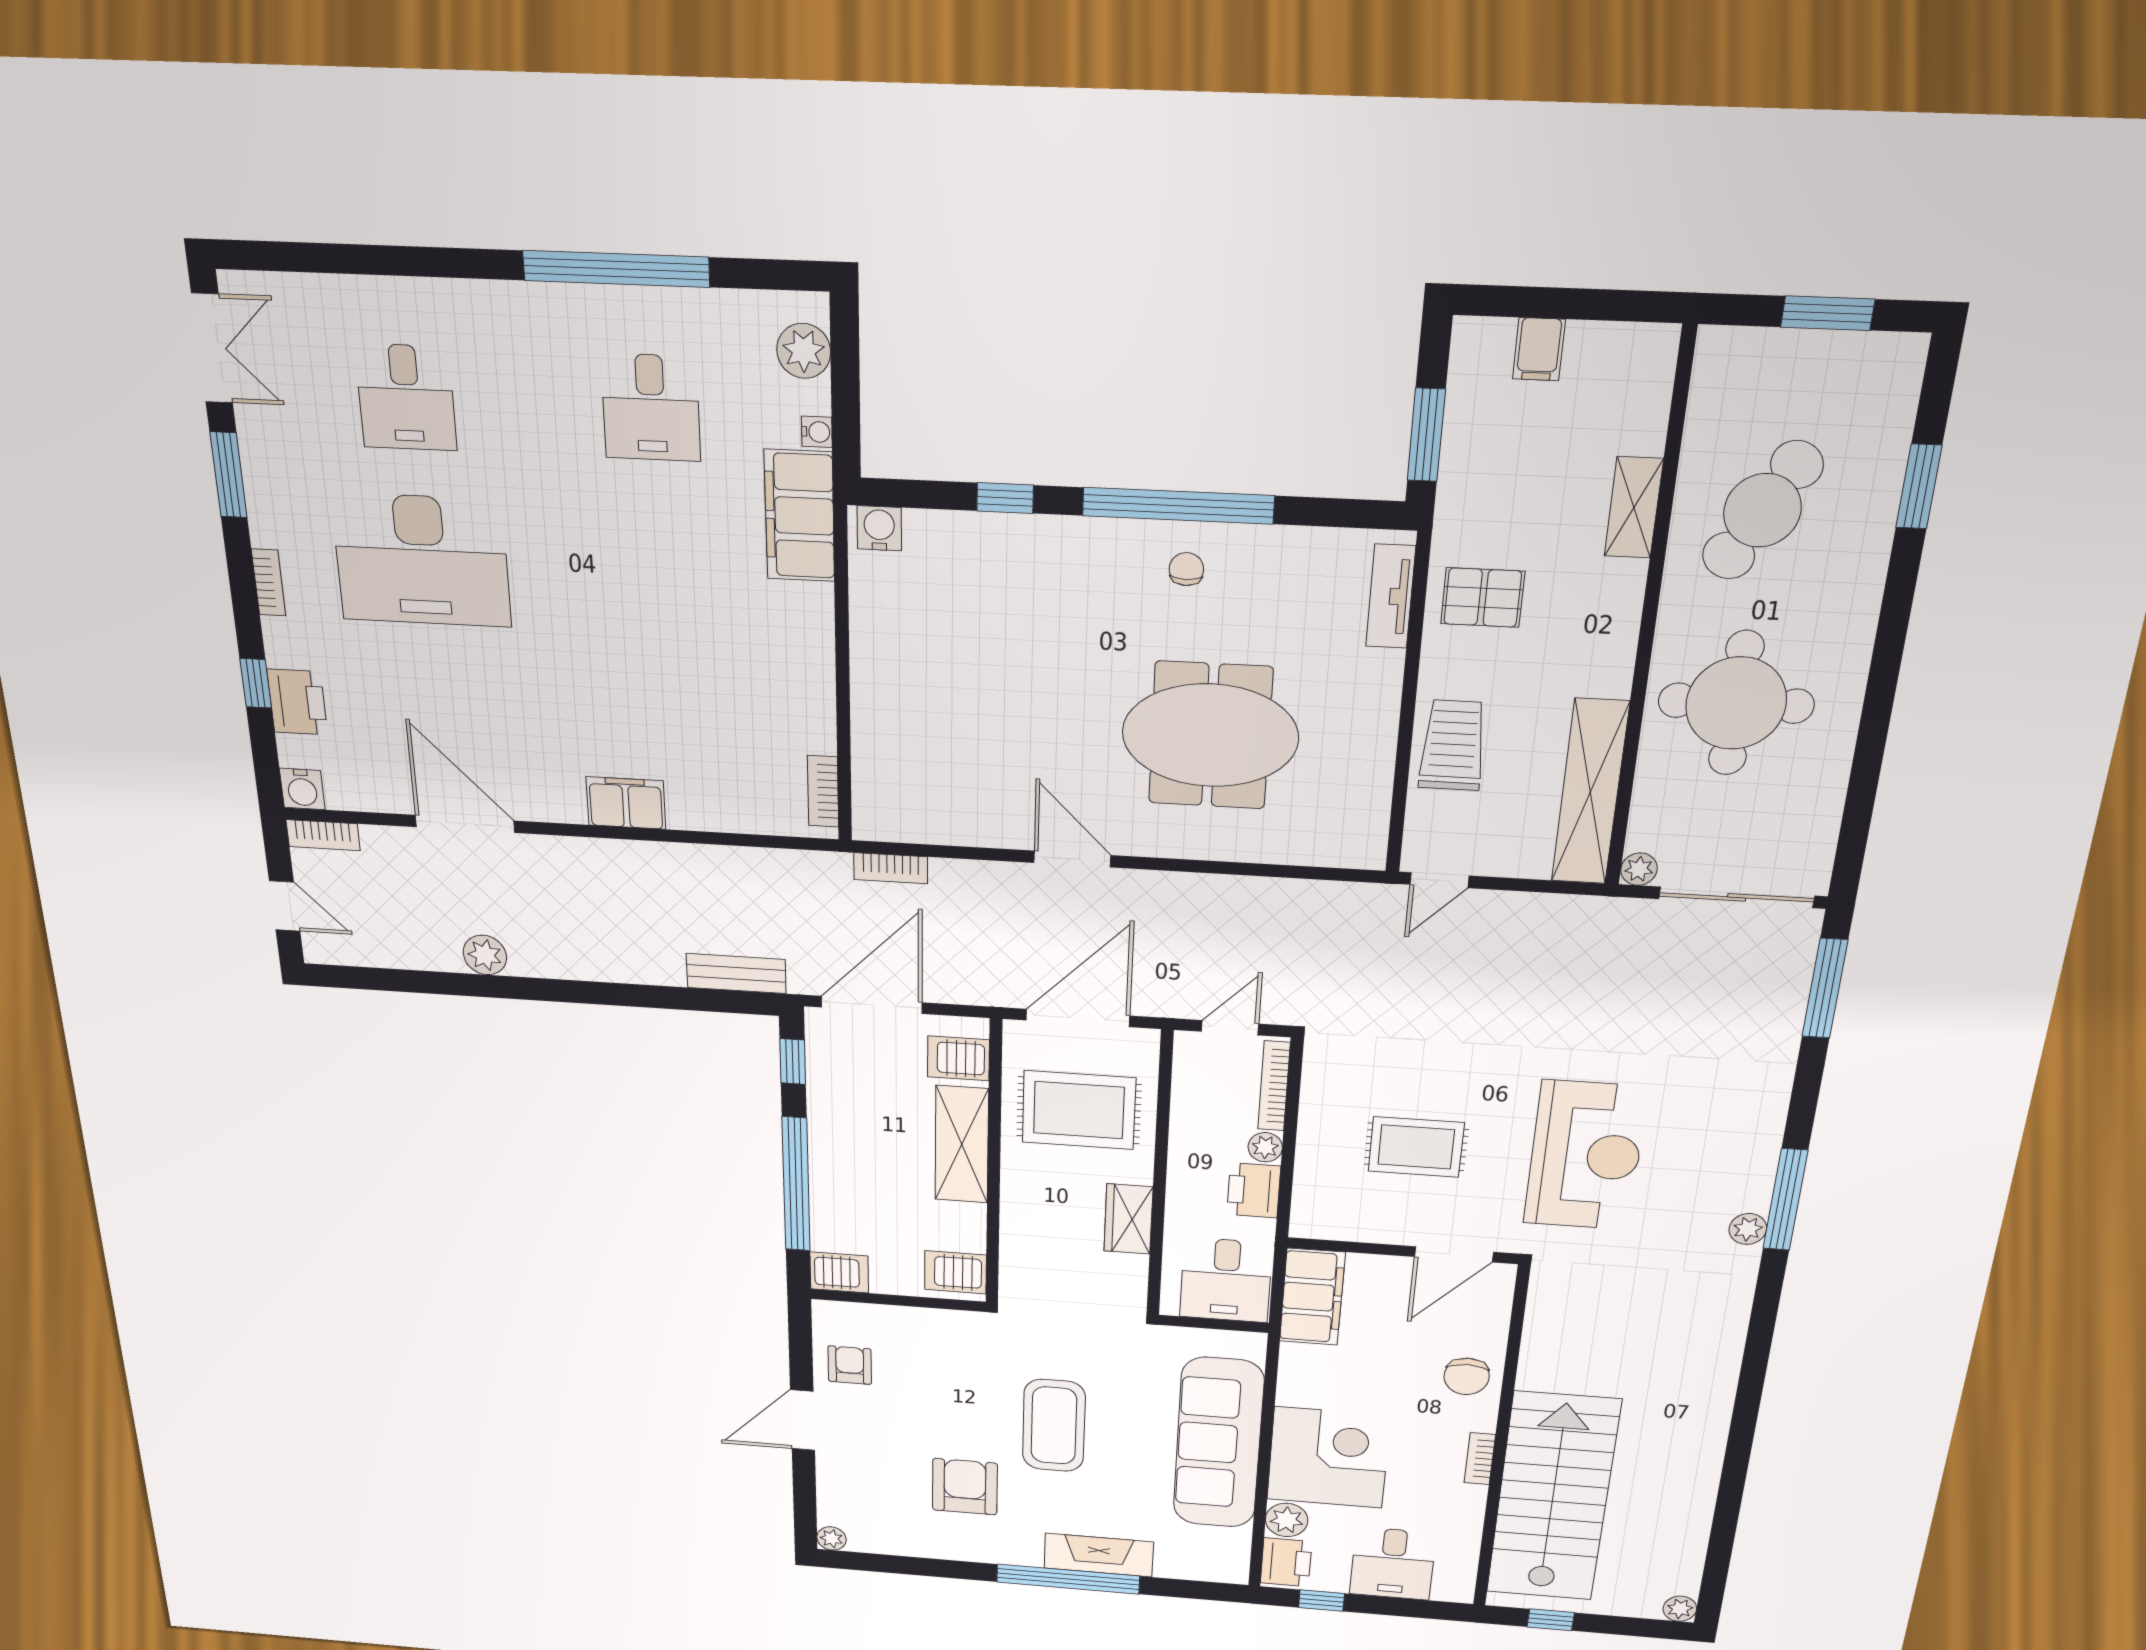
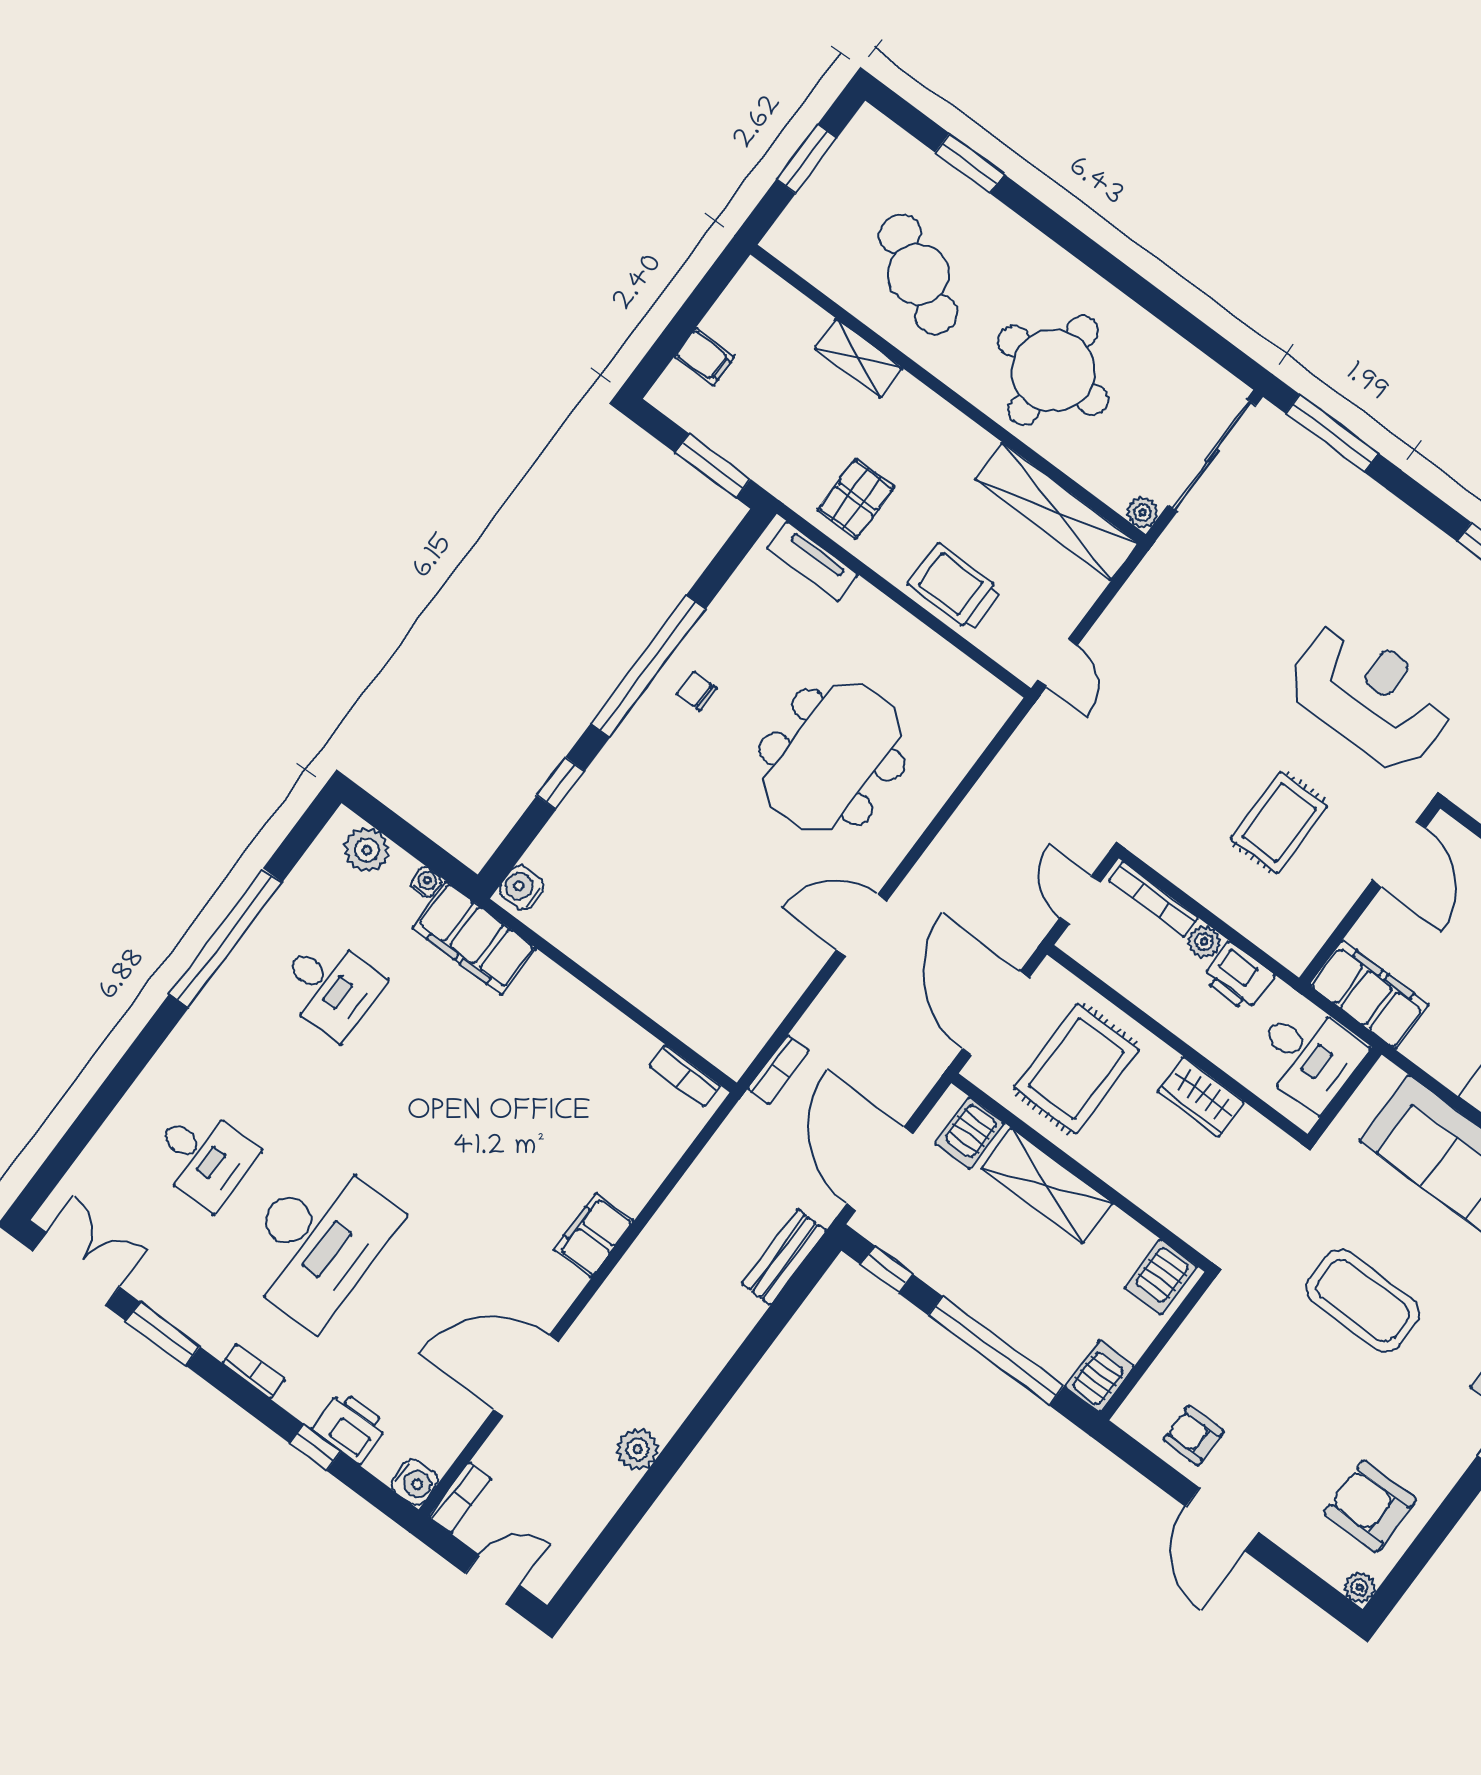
armchair: (965, 1487) -> (1370, 1506), moved

